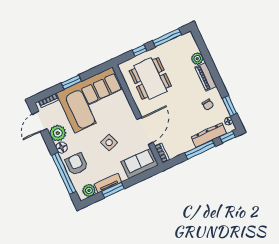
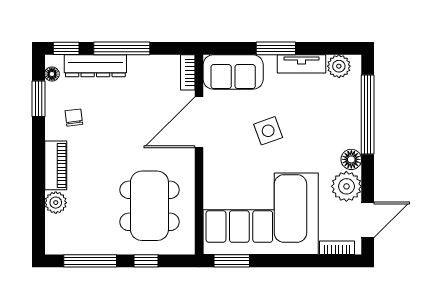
window: (71, 82) -> (232, 261), moved
armchair: (76, 164) -> (339, 120), removed
window: (113, 190) -> (276, 48), moved

